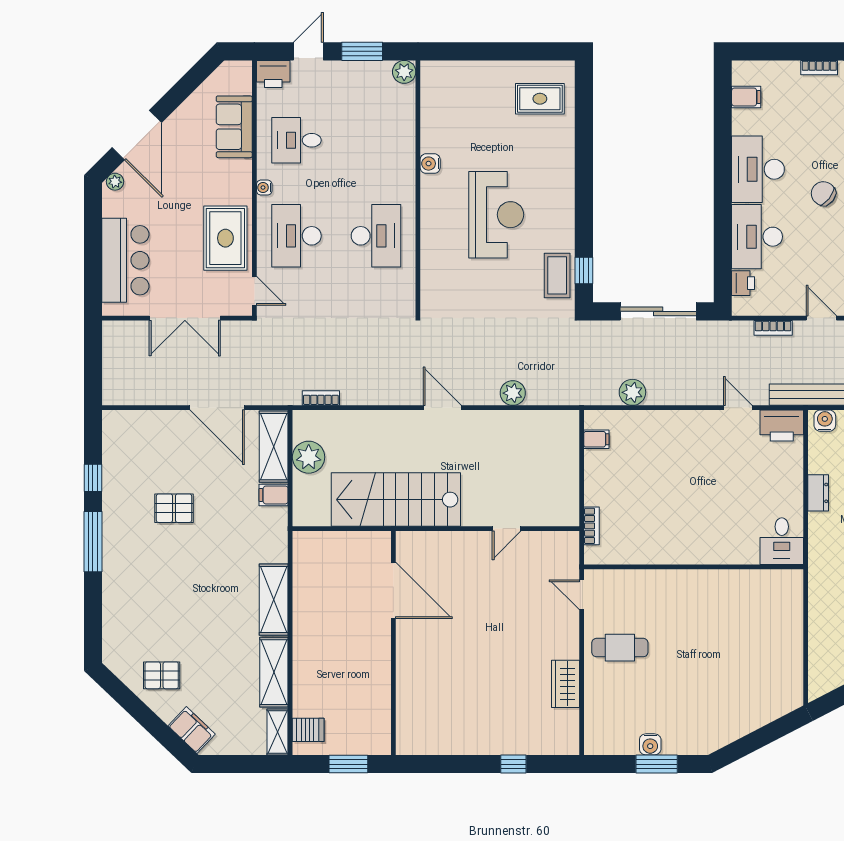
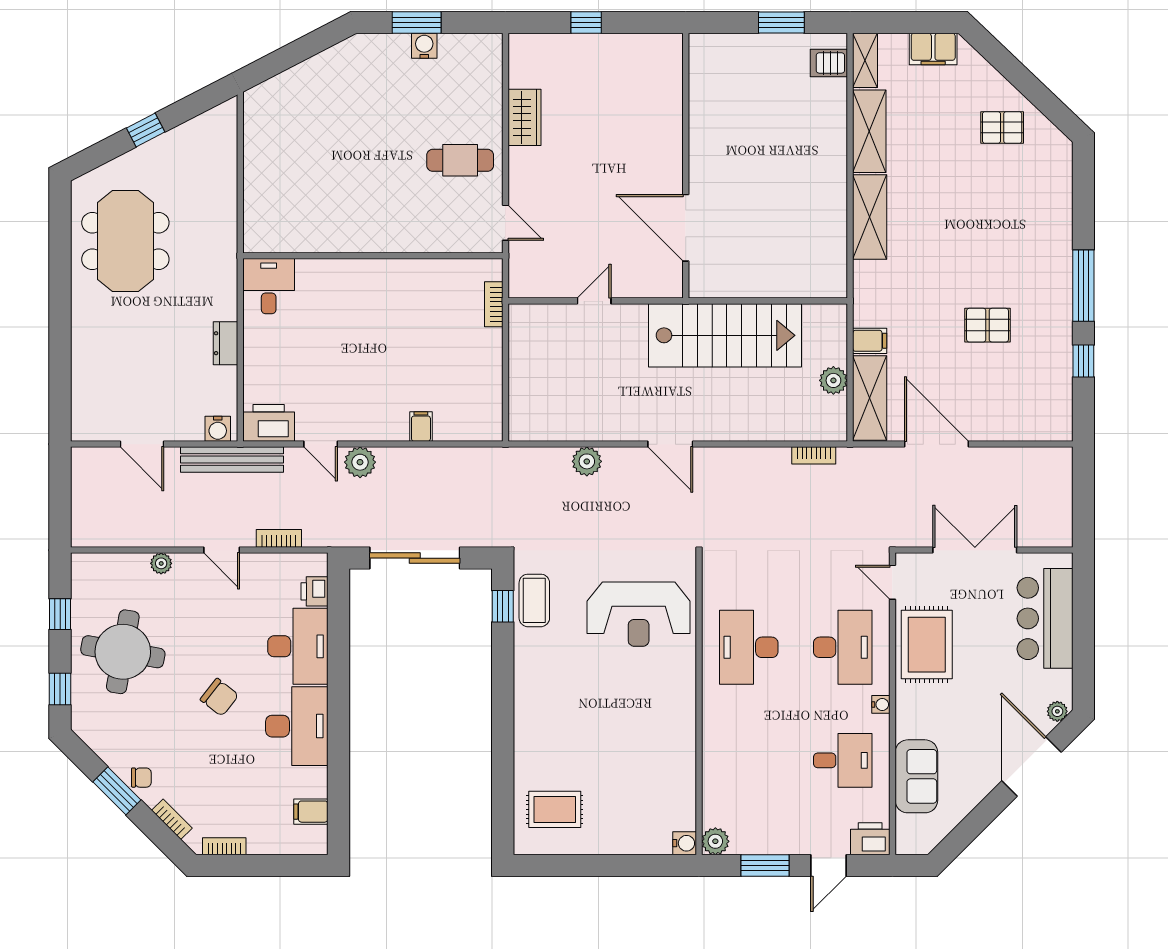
water cooler: (430, 164) -> (685, 843), moved
reception desk: (496, 215) -> (639, 614), moved, turned -90
plant: (632, 392) -> (360, 462), moved
filing cabinet: (596, 439) -> (421, 427), moved, turned 90
plant: (309, 457) -> (833, 380), width x0.73, depth x0.73
door: (393, 590) -> (686, 228), moved
wall: (393, 643) -> (686, 166), moved
filing cabinet: (192, 730) -> (933, 49), moved, turned -44

